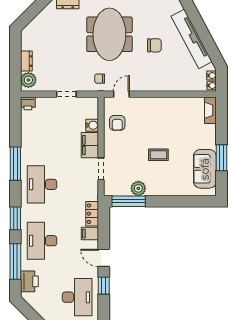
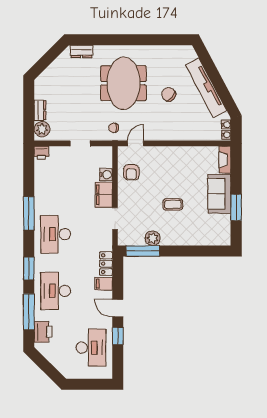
chair: (154, 45) -> (169, 94), turned -140
sofa: (205, 169) -> (219, 194), moved

